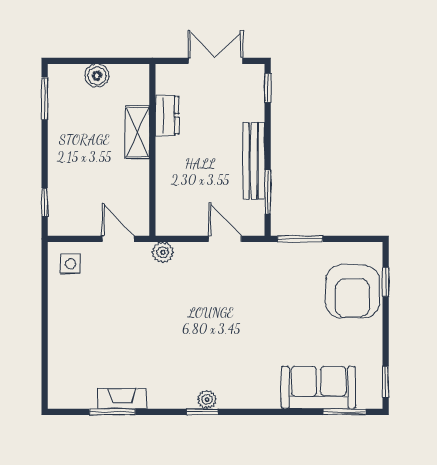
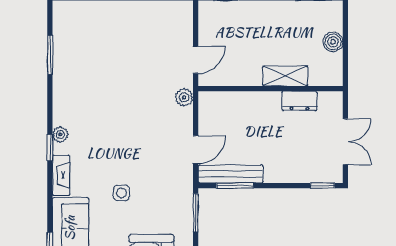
bench: (254, 161) -> (230, 174), moved
side table: (71, 264) -> (121, 193), moved
fireplace: (122, 399) -> (61, 175), moved
window: (202, 412) -> (50, 148), moved

